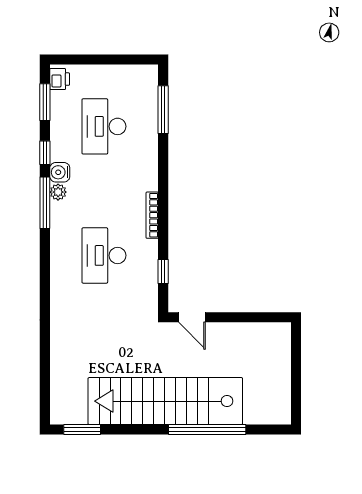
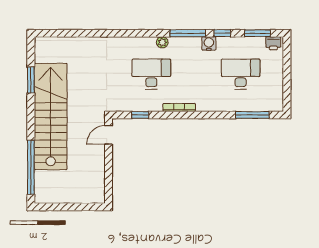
plant: (58, 192) -> (162, 42), moved
window: (82, 430) -> (31, 80), moved
window: (207, 430) -> (31, 167), moved

